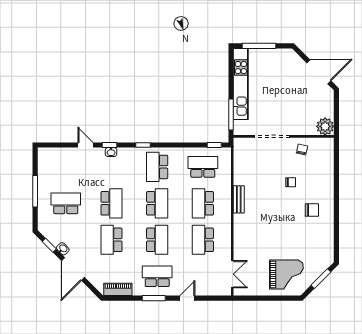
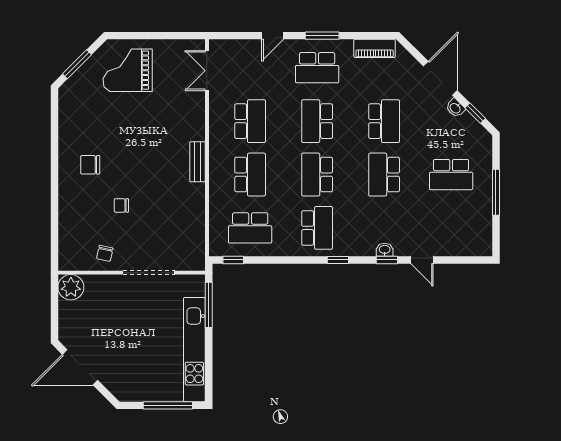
bench: (239, 199) -> (197, 162), moved

